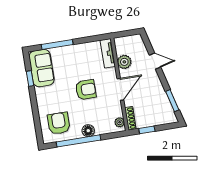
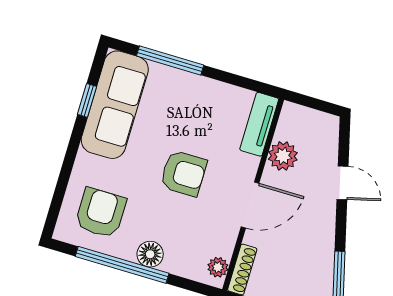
sofa: (42, 68) -> (115, 105), width x1.36

